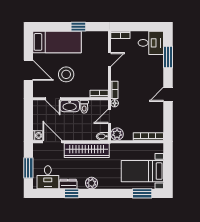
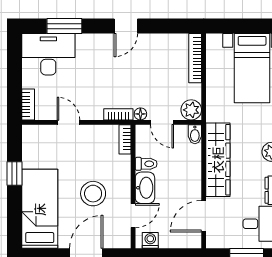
desk: (151, 43) -> (48, 54), width x1.37
door: (168, 94) -> (126, 26), hinge flipped
washing machine: (38, 135) -> (150, 240), moved

